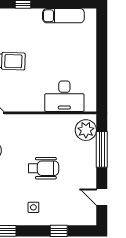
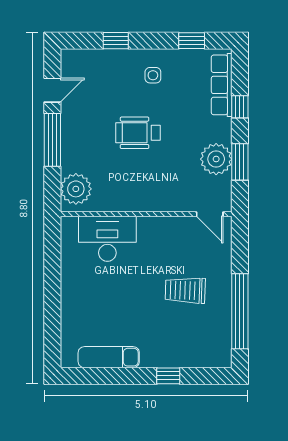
window: (102, 149) -> (52, 140), moved
door: (102, 197) -> (52, 90), hinge flipped

